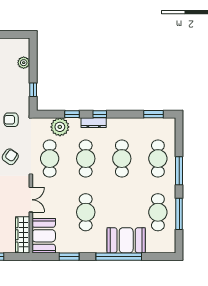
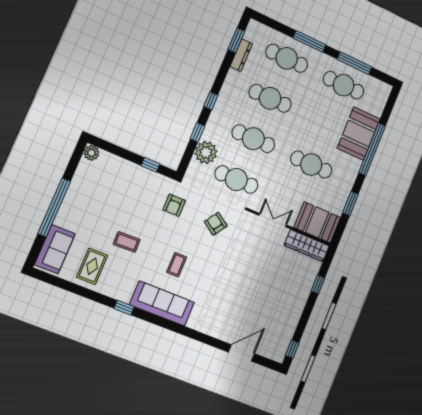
plant: (24, 63) -> (91, 153), moved
dresser: (94, 123) -> (241, 55), moved

